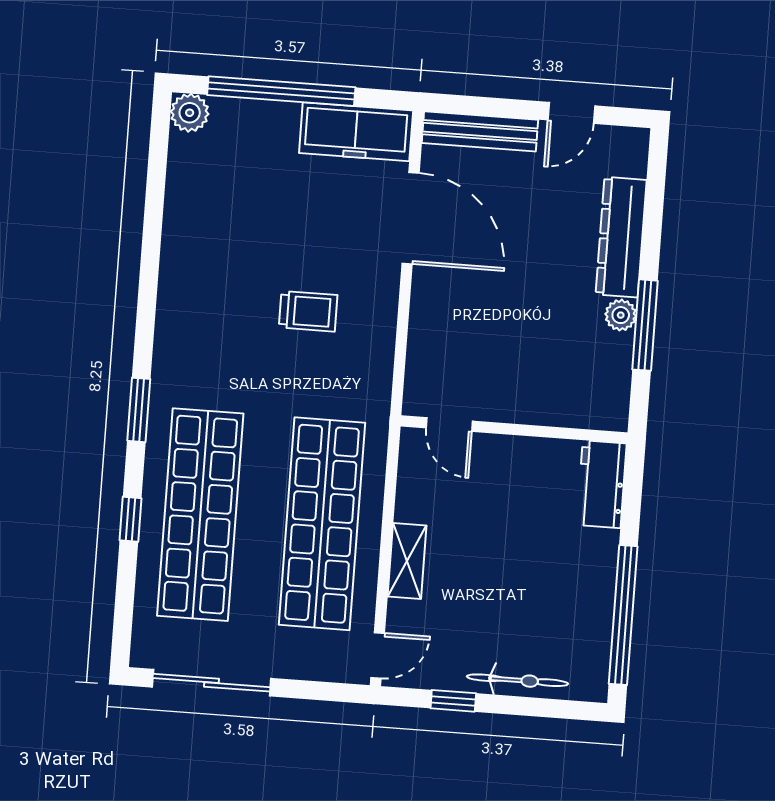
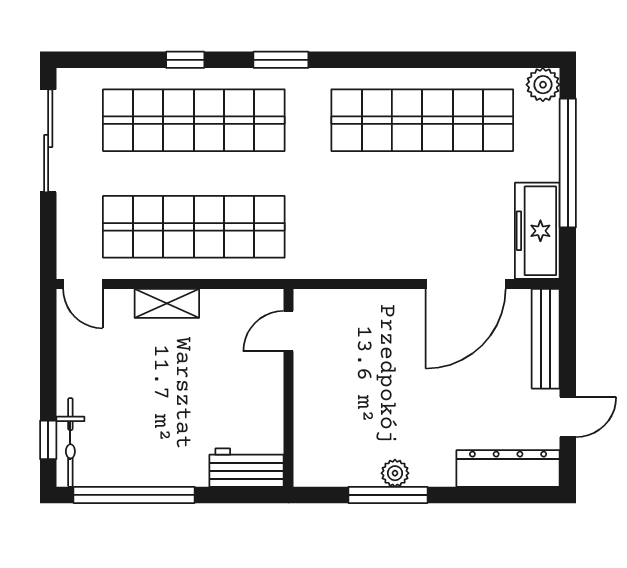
door: (571, 113) -> (568, 417), swing flipped
dresser: (621, 237) -> (508, 468), moved
shop shelf: (220, 254) -> (422, 120), added
trolley: (308, 311) -> (378, 201), removed
bicycle: (517, 680) -> (70, 442), moved
window: (453, 701) -> (48, 440), moved

